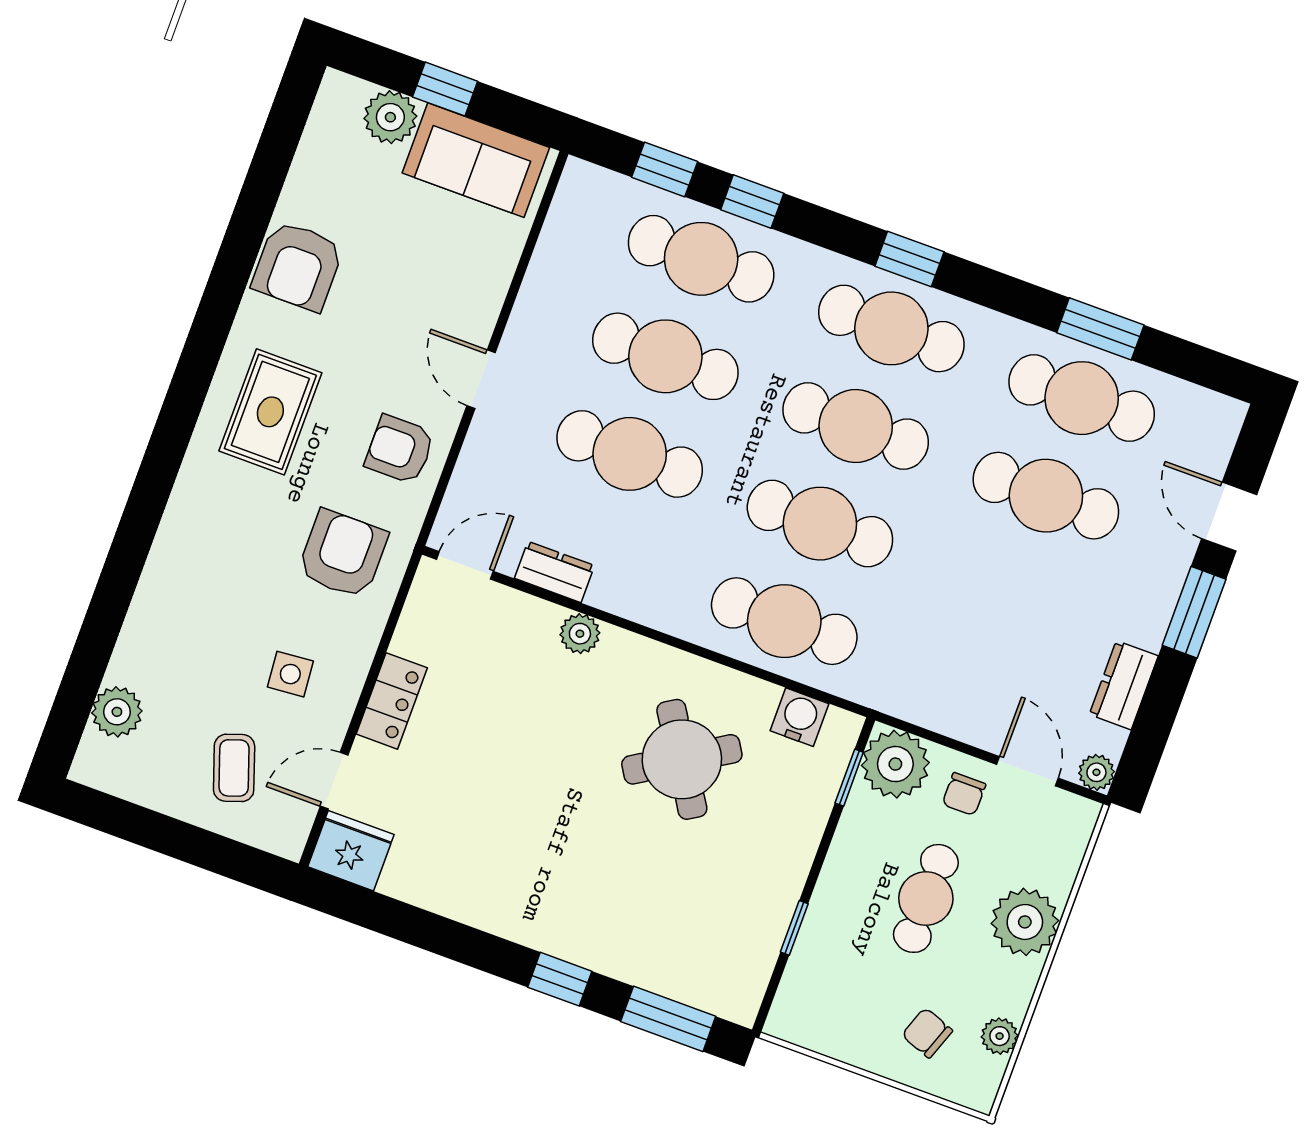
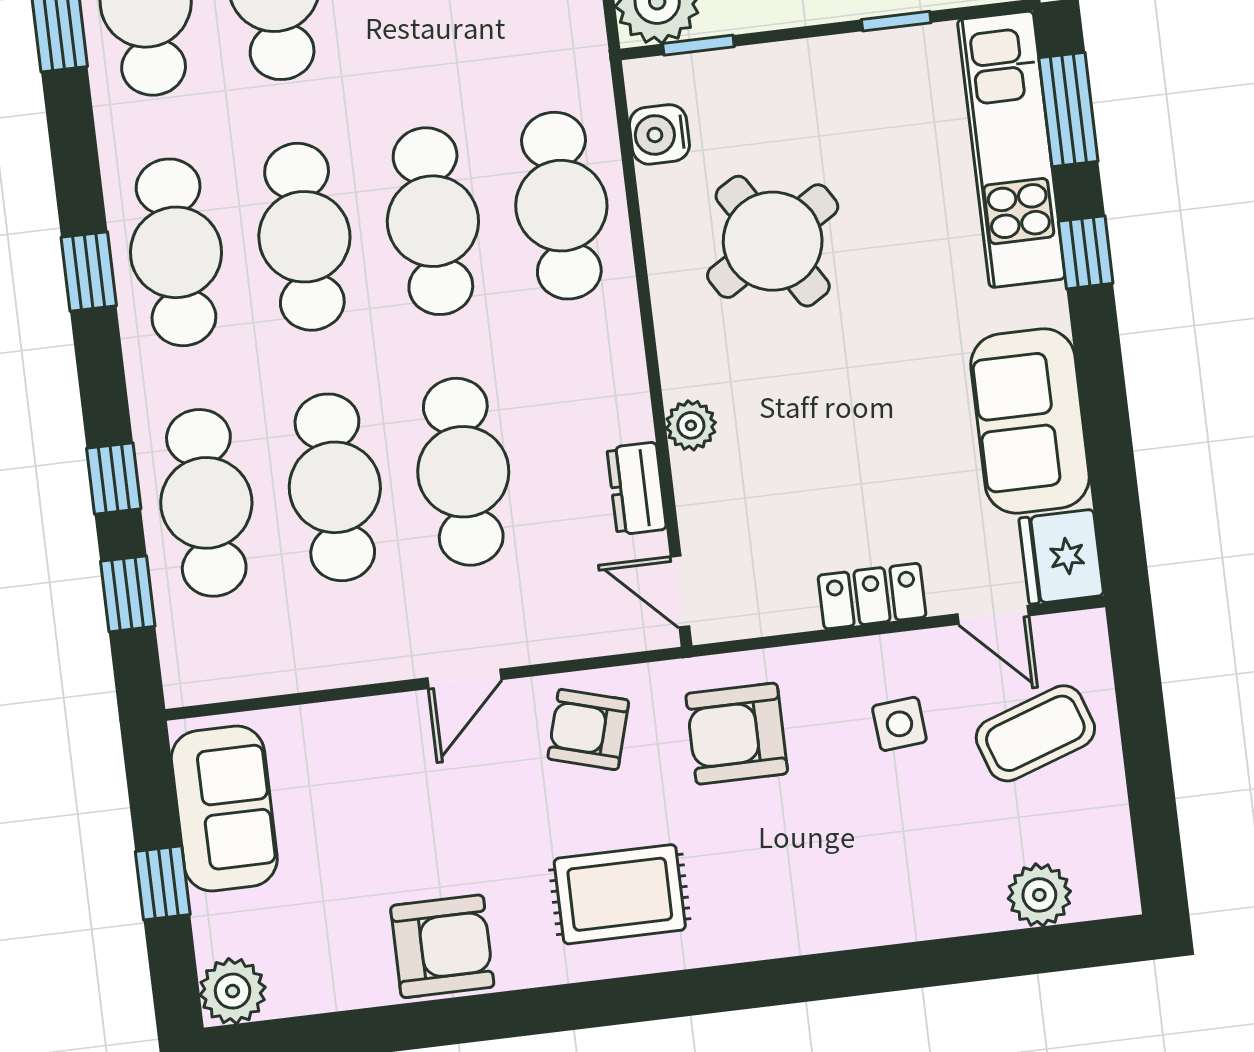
plant: (390, 117) -> (233, 991), moved
armchair: (400, 449) -> (588, 729), turned 106
coffee table: (234, 768) -> (1035, 733), width x1.36, depth x1.30
sofa: (459, 878) -> (1030, 421), added
kitchen unit: (661, 964) -> (1011, 149), added

